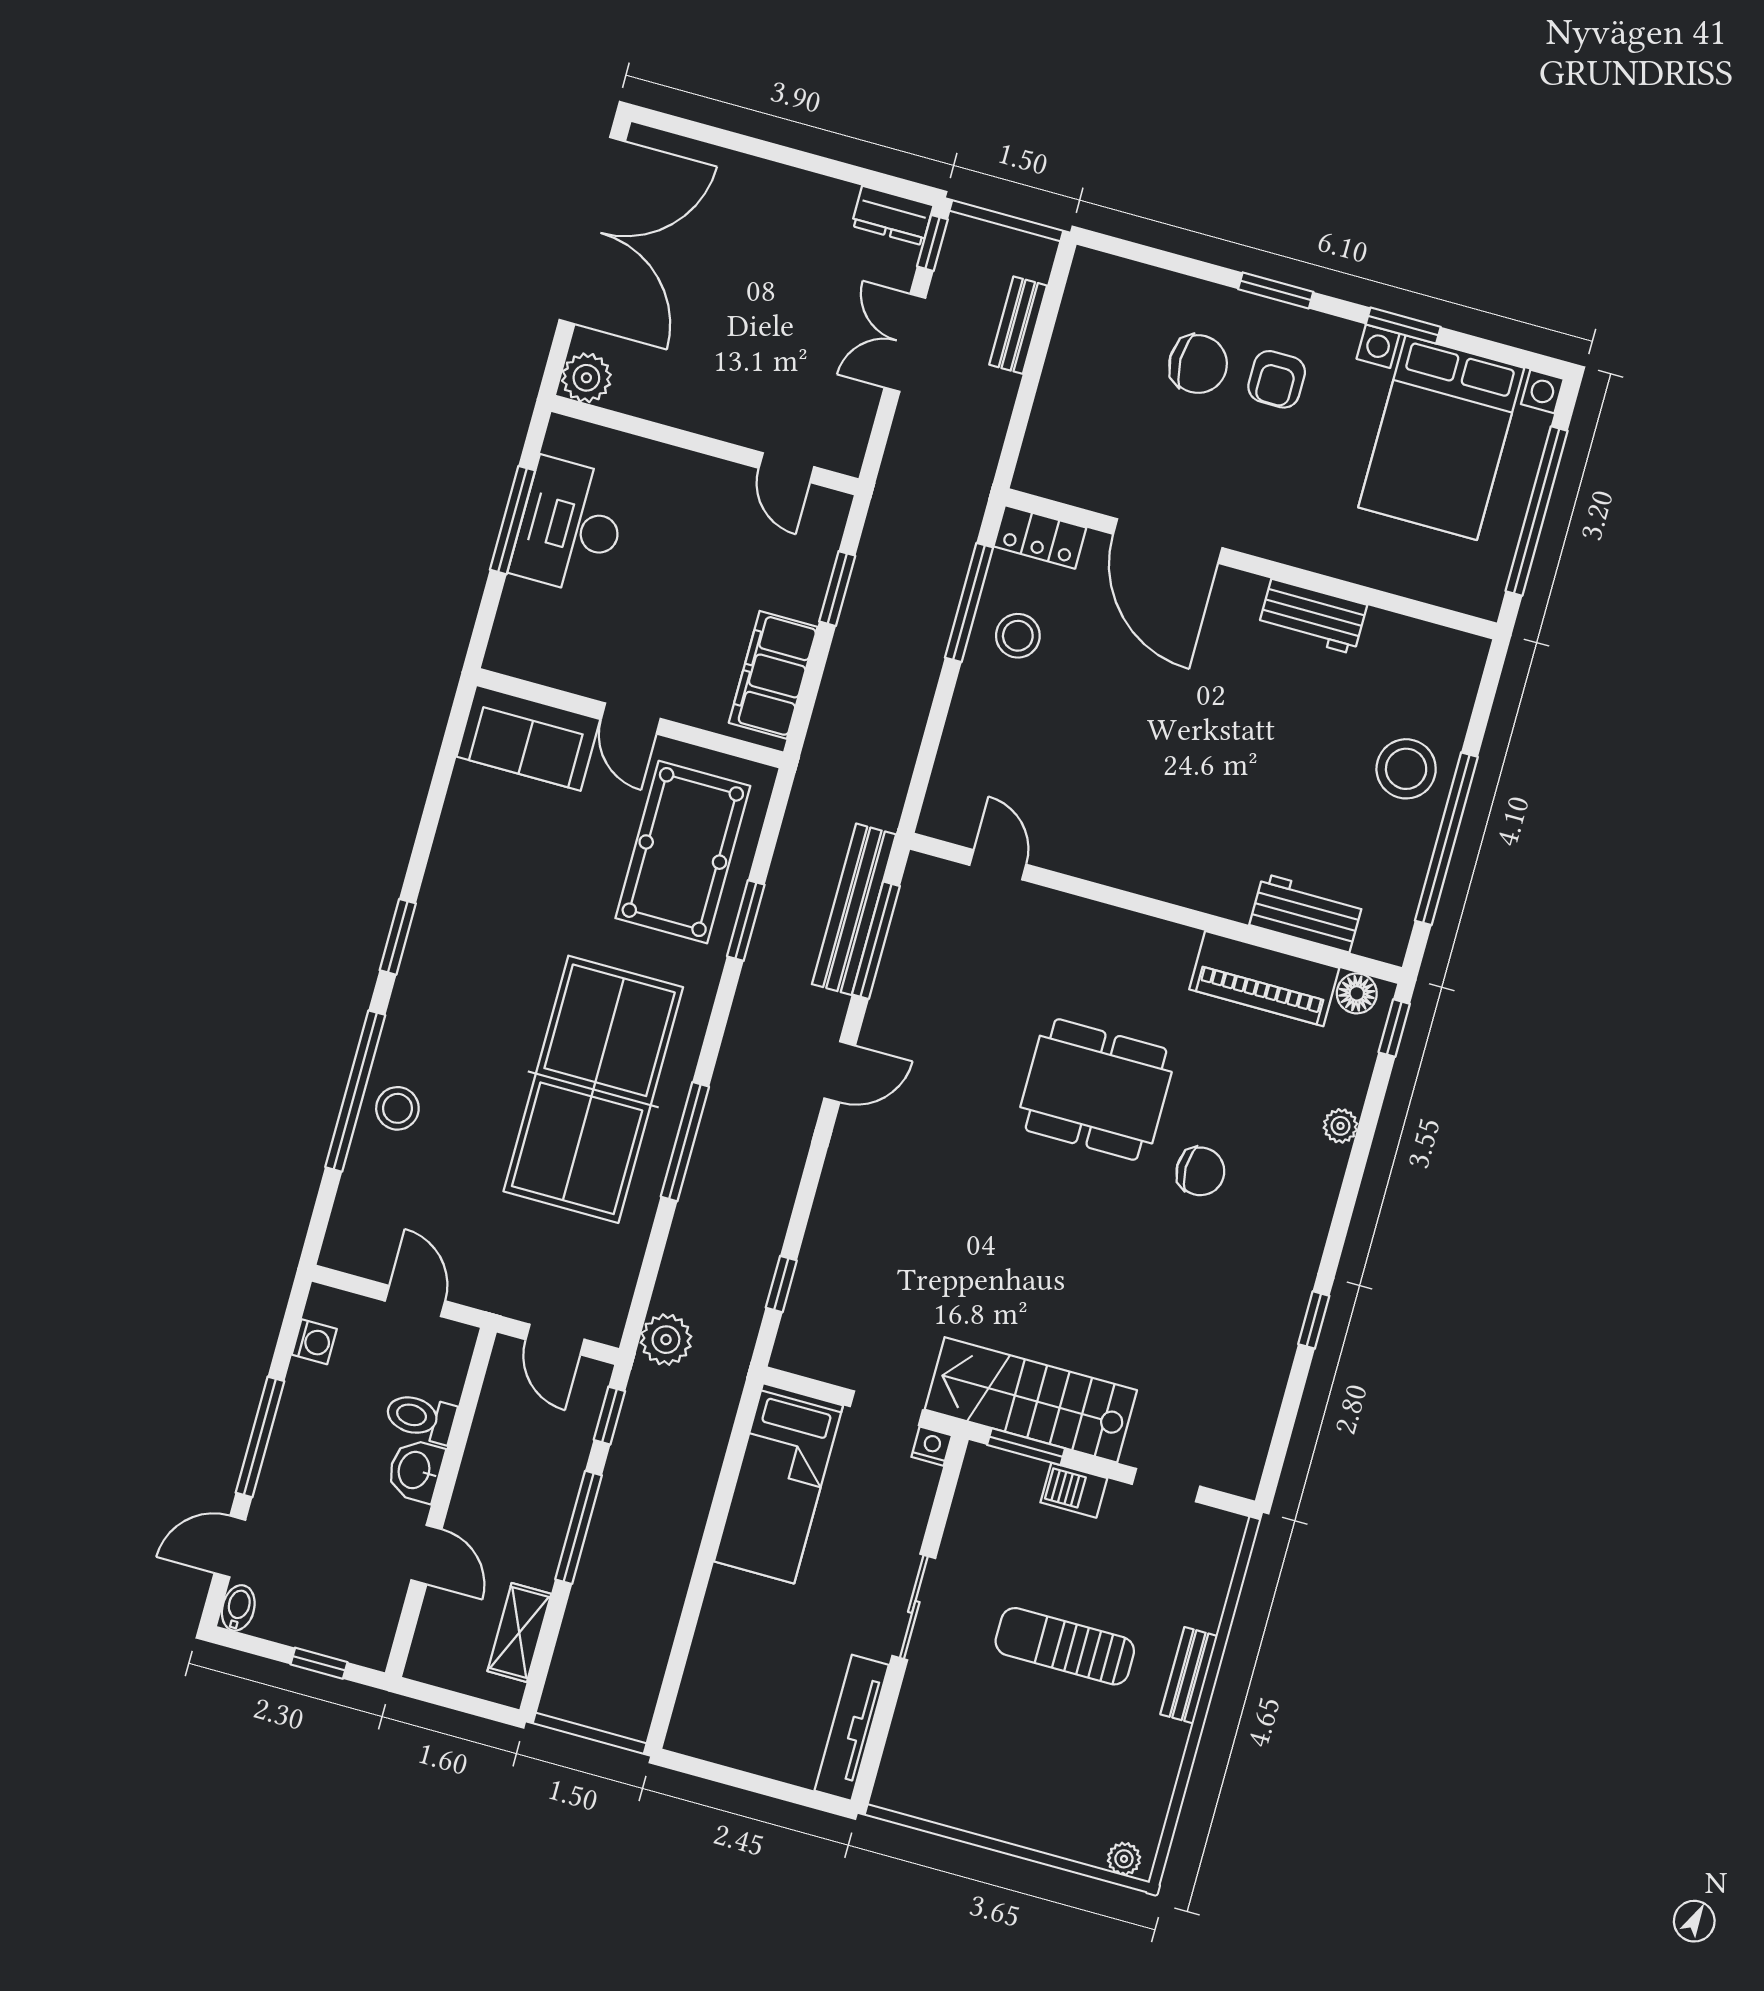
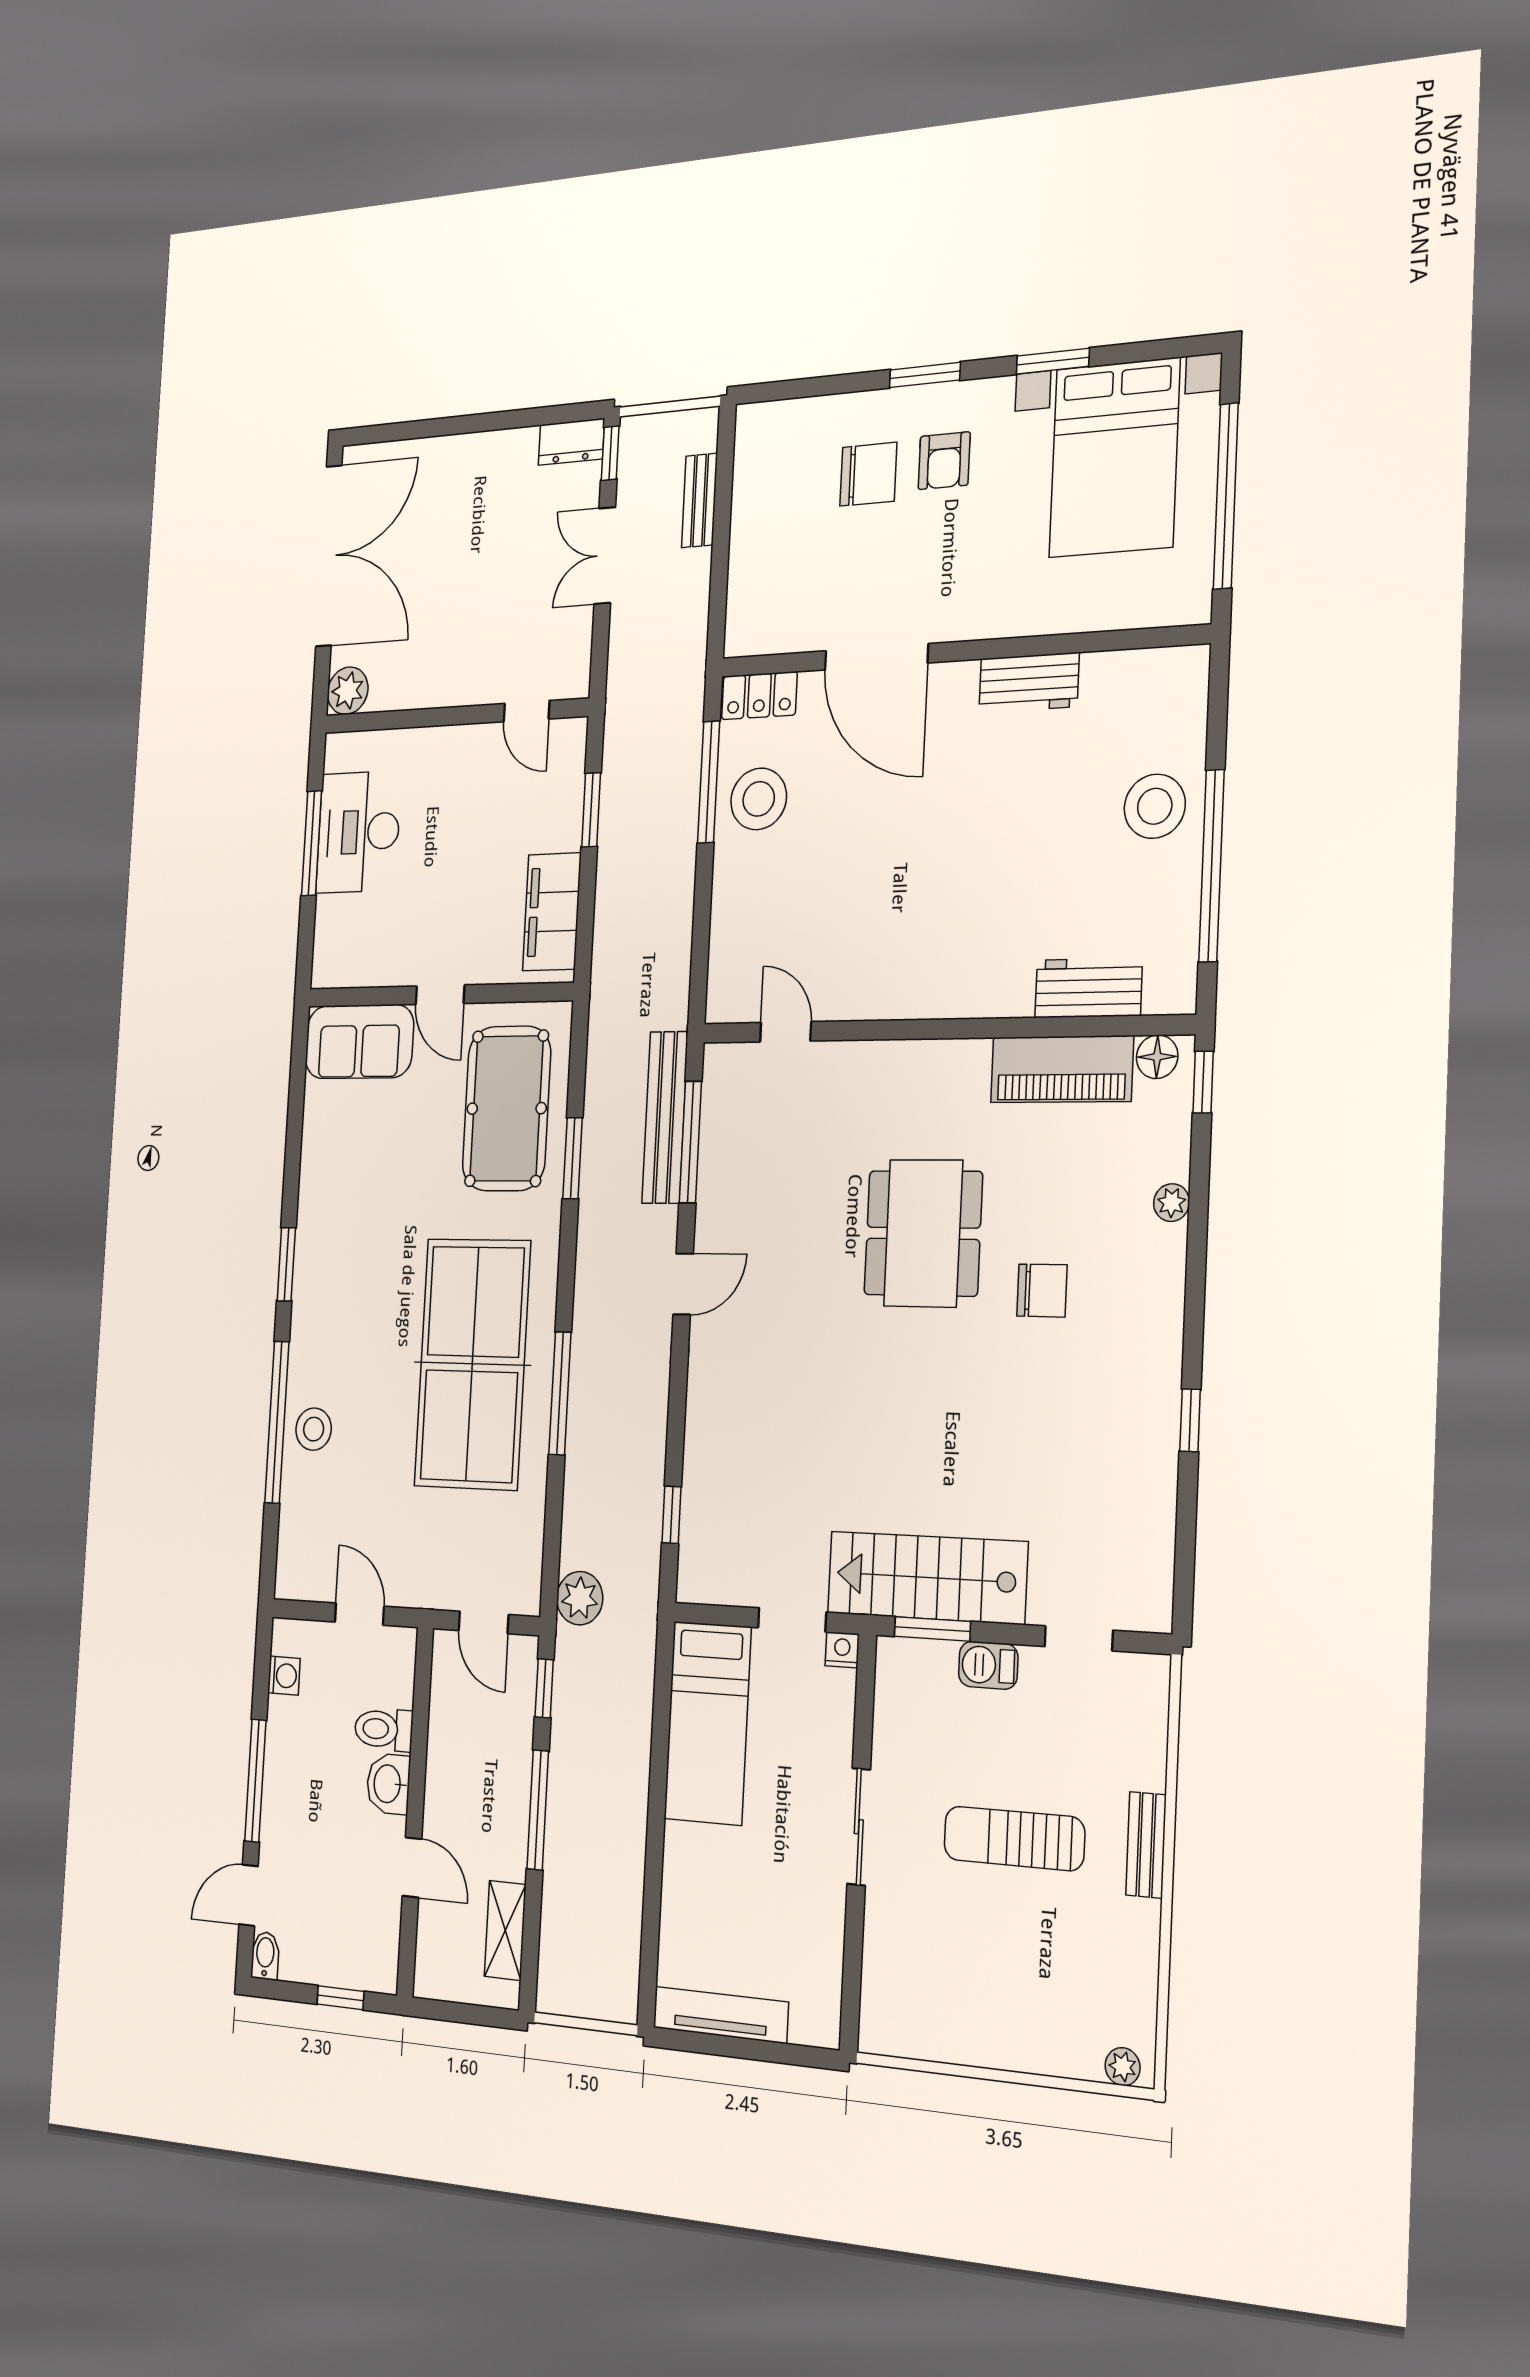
stool: (1018, 636) -> (759, 799), width x1.38, depth x1.38
dining table: (1096, 1090) -> (923, 1233), turned 90
tv unit: (852, 1728) -> (721, 2015), moved, turned 90

